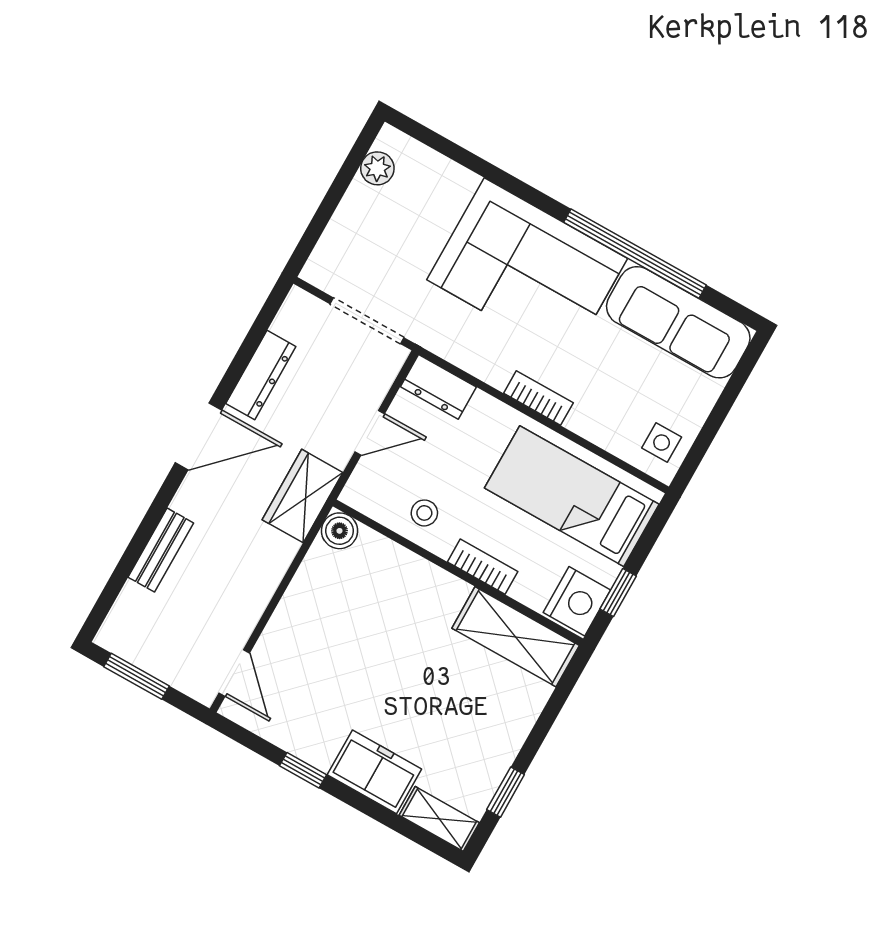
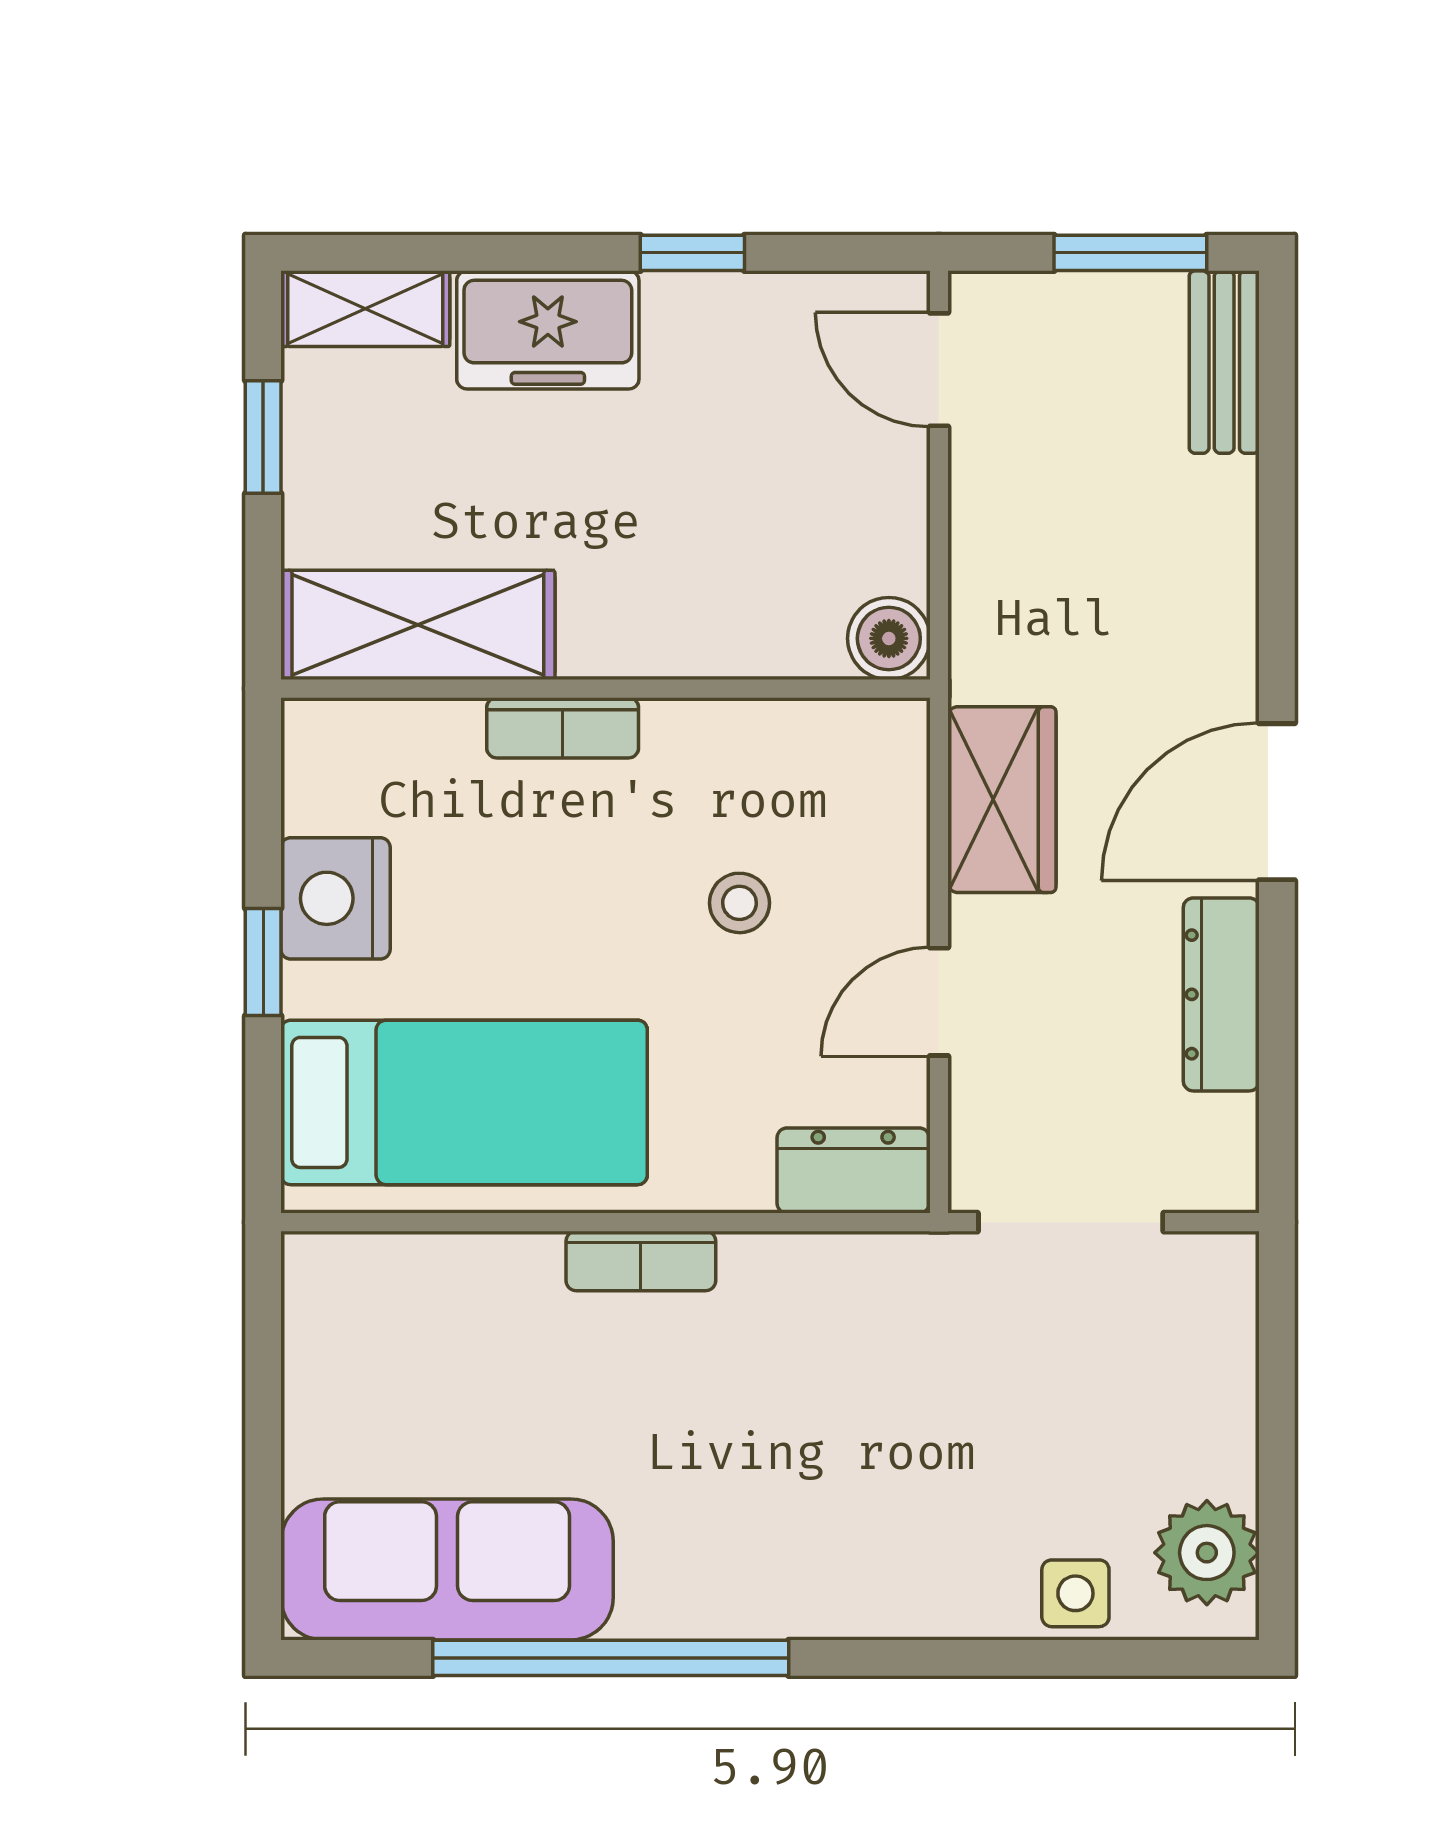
plant: (377, 168) -> (1207, 1553), width x1.38, depth x1.38
corner sofa: (527, 269) -> (809, 1506), removed
side table: (662, 443) -> (1075, 1593), moved
boiler: (340, 531) -> (889, 638), moved
bench: (161, 550) -> (1224, 362), moved
bookcase: (483, 567) -> (563, 728), moved
wall: (458, 572) -> (605, 689), moved
shelving: (516, 637) -> (418, 625), moved

